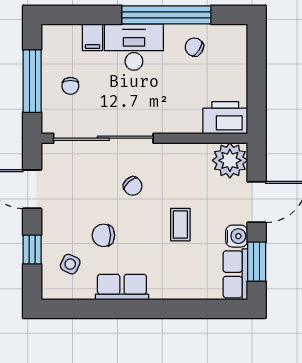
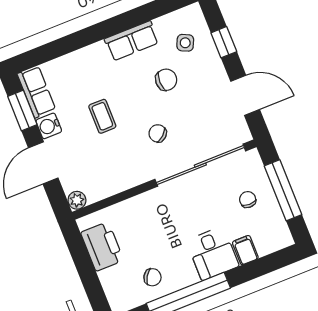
desk: (134, 47) -> (213, 253), width x0.73
printer: (225, 118) -> (102, 246), moved, turned -90
plant: (230, 160) -> (77, 200), width x0.53, depth x0.53

